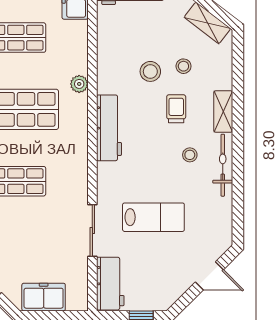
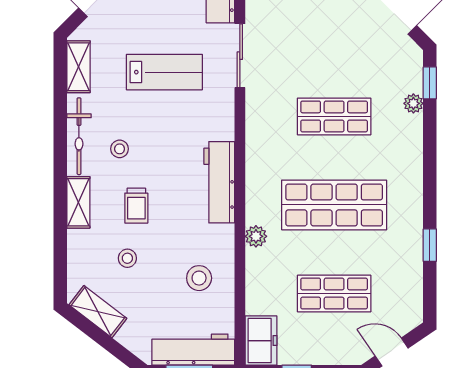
stool: (150, 71) -> (199, 278), moved
lab bench: (153, 217) -> (164, 72), turned 180
shelving: (223, 222) -> (78, 67), added

